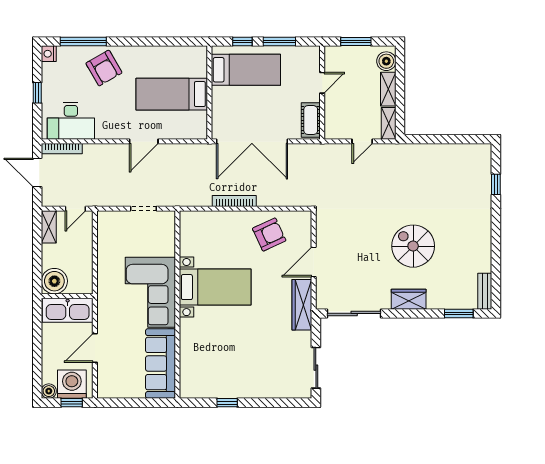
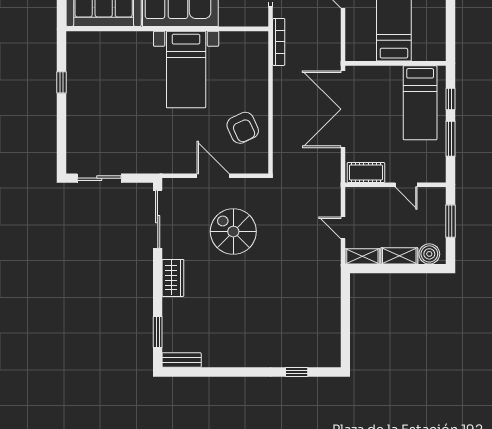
bookcase: (234, 201) -> (279, 42), moved
spiral stairs: (413, 246) -> (233, 232), moved, turned -90
wardrobe: (302, 305) -> (167, 163), removed

